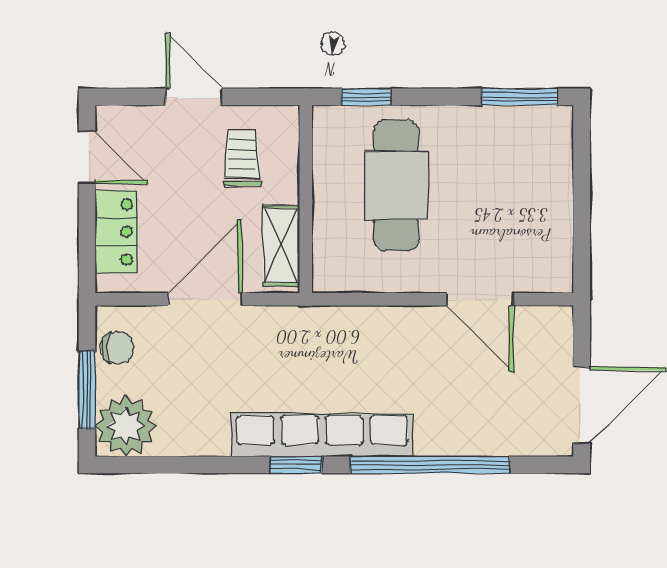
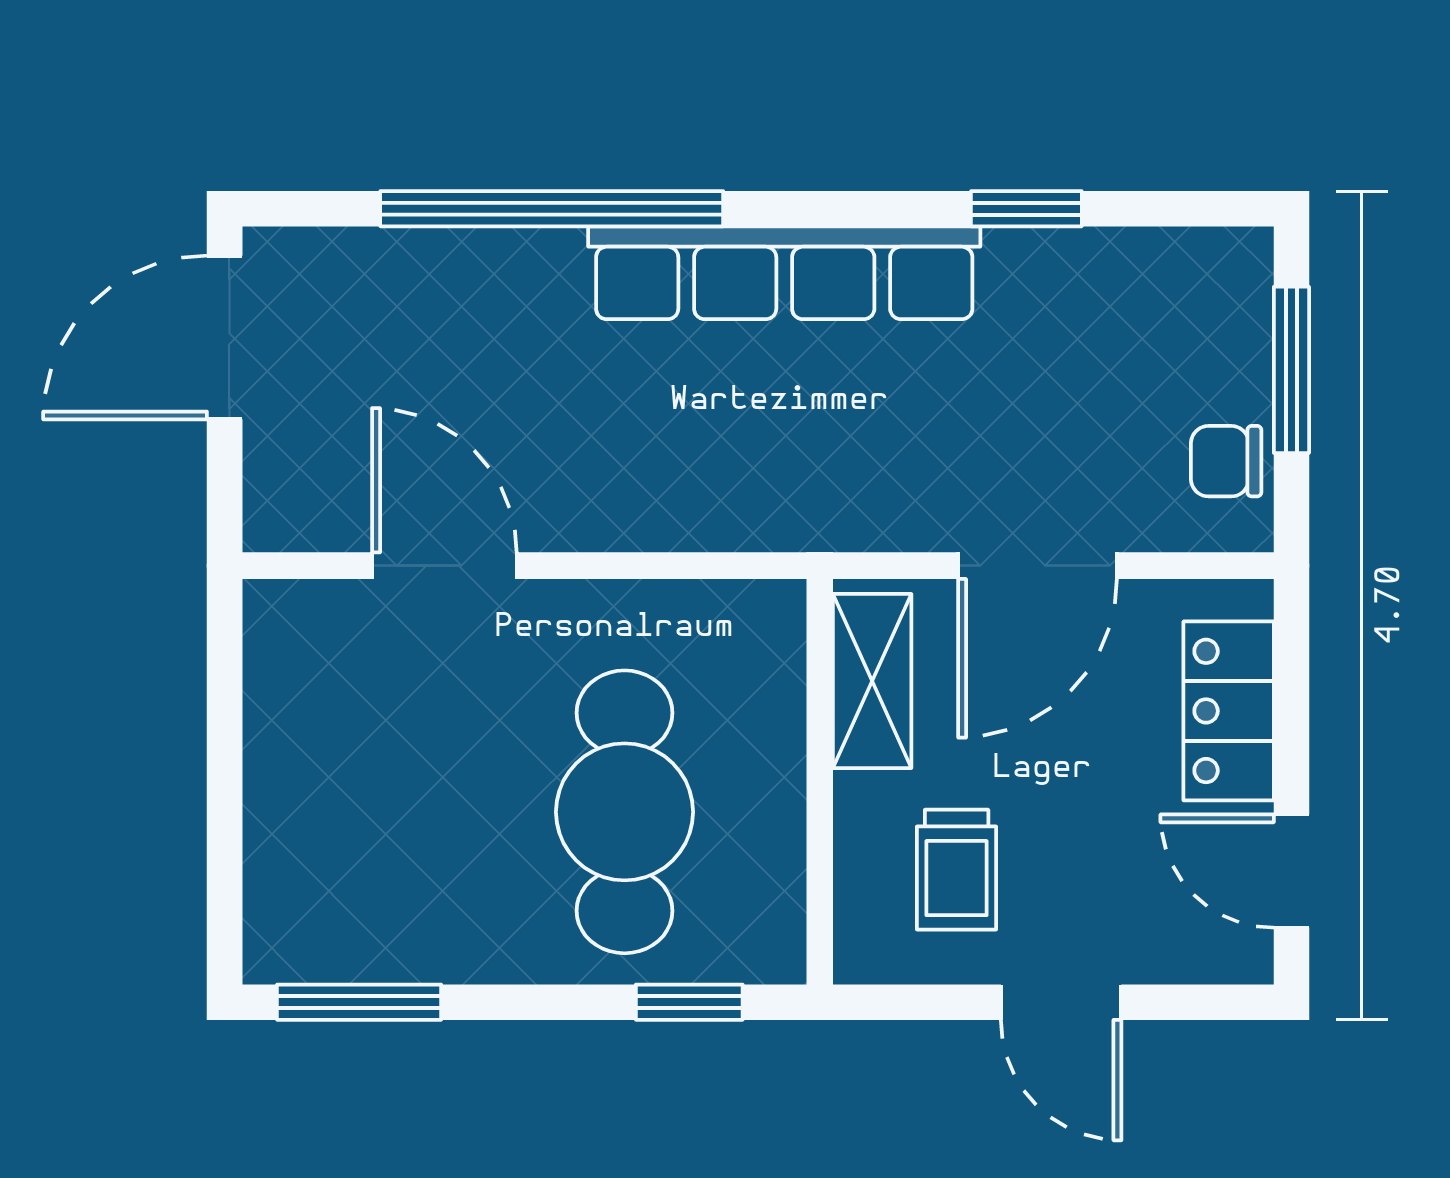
plant: (126, 426) -> (1208, 293), removed
window: (296, 465) -> (1026, 209), moved

